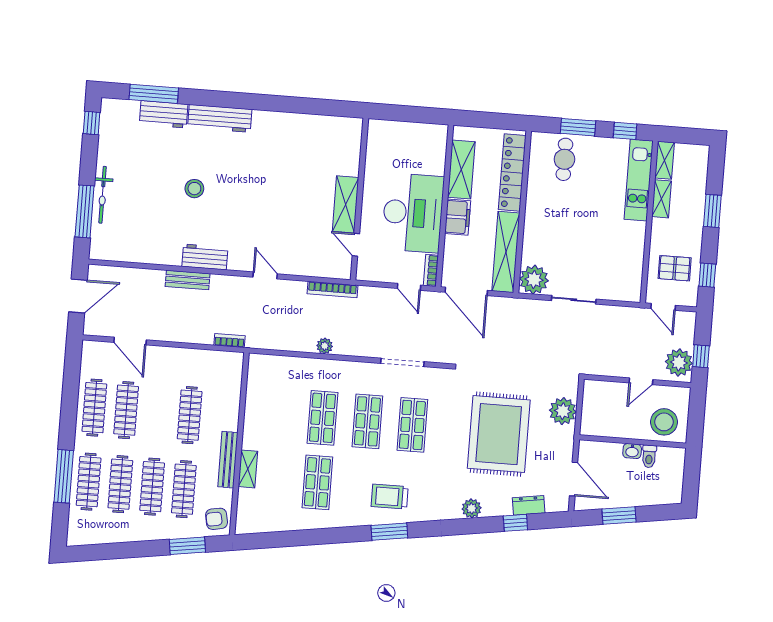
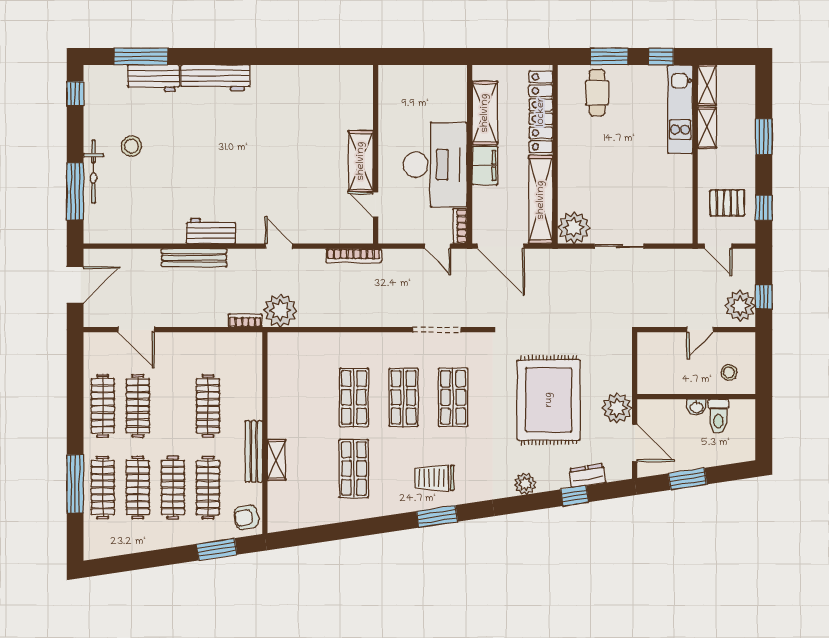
stool: (194, 189) -> (131, 146), moved
bench: (188, 280) -> (194, 258), width x1.36
plant: (325, 346) -> (280, 310), moved, width x1.88, depth x1.88
plant: (563, 411) -> (617, 408), moved
stool: (664, 422) -> (729, 372), width x0.53, depth x0.53
toilet: (649, 456) -> (718, 416), width x1.37, depth x1.39

